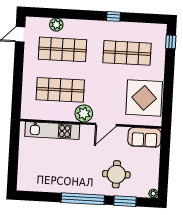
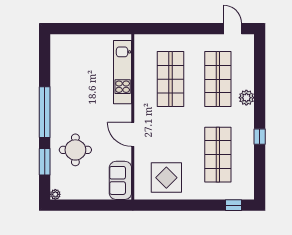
plant: (56, 25) -> (246, 98), moved
display table: (144, 98) -> (166, 178), width x0.73, depth x0.73
plant: (84, 113) -> (144, 108), removed

